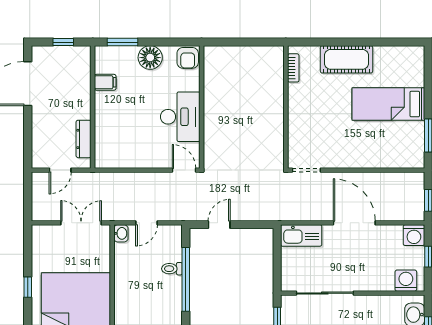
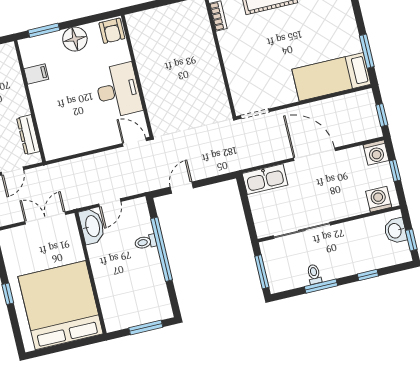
bed: (388, 104) -> (331, 77), moved
washbasin: (121, 233) -> (92, 226), width x1.91, depth x1.45

